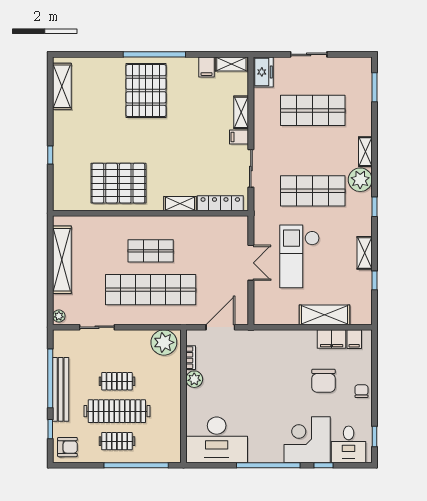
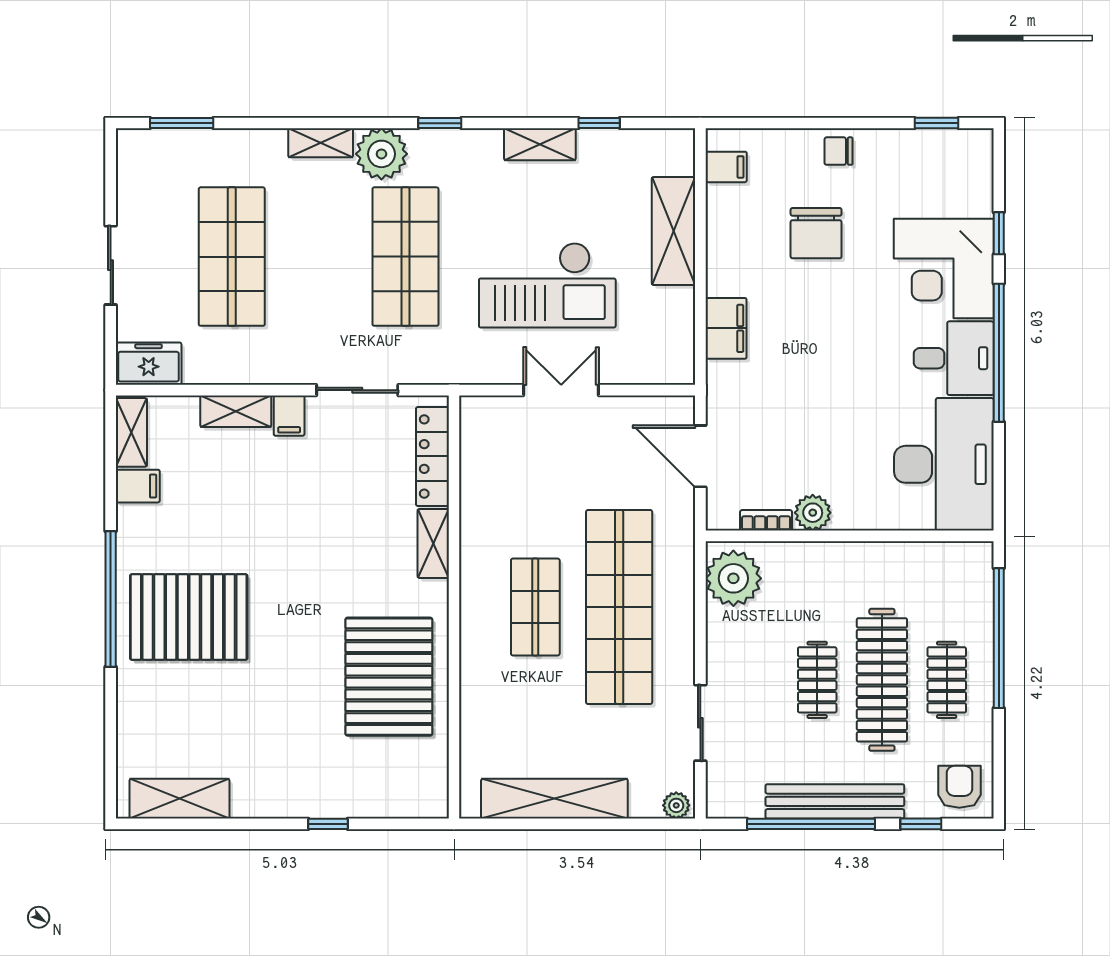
filing cabinet: (332, 339) -> (726, 328), moved
chair: (324, 381) -> (816, 233), turned 90
desk: (349, 444) -> (954, 358), moved

